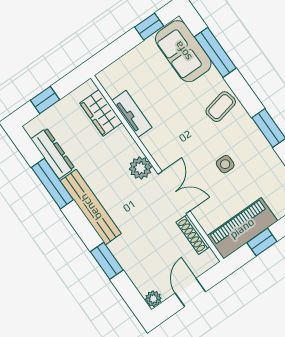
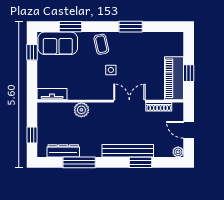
window: (215, 52) -> (70, 27), width x0.69
wardrobe: (101, 113) -> (60, 110), removed
tv unit: (132, 114) -> (52, 94), moved
side table: (225, 164) -> (111, 70), moved
plant: (140, 168) -> (81, 110), moved
bench: (91, 207) -> (128, 151), moved

